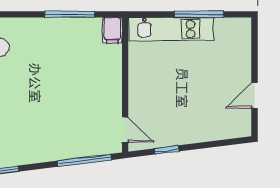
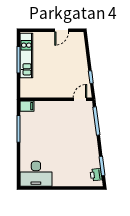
kitchen unit: (171, 29) -> (26, 55), moved
door: (254, 95) -> (62, 30), hinge flipped

